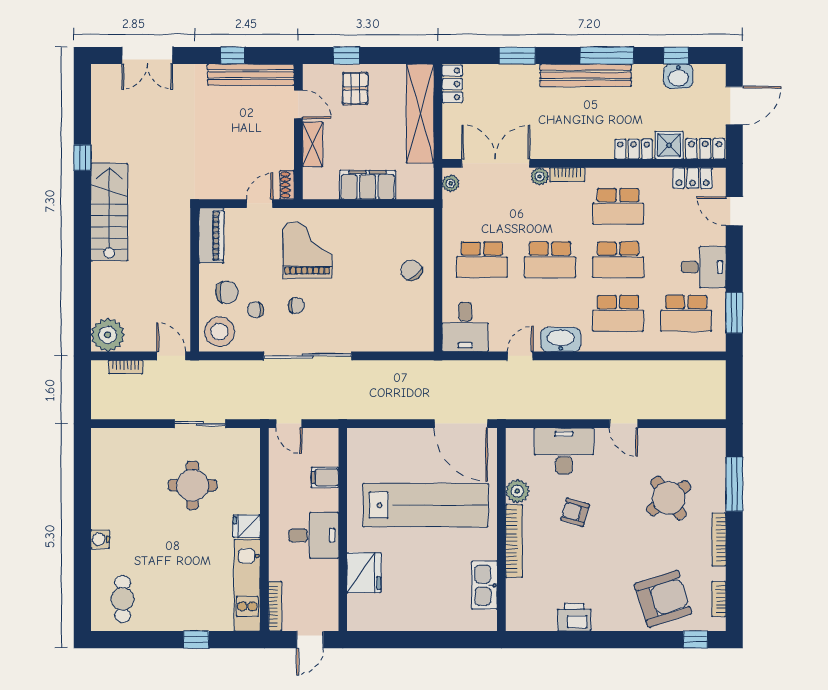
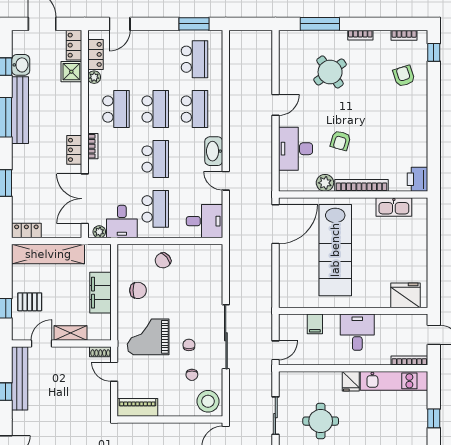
bench: (586, 75) -> (20, 110), moved
locker: (634, 149) -> (74, 150), moved
plant: (540, 176) -> (94, 77), moved
desk: (703, 267) -> (122, 222), moved, turned 180
chair: (227, 292) -> (138, 290), moved, turned 90
lab bench: (426, 505) -> (335, 250), turned 180
bookcase: (719, 539) -> (360, 35), width x0.64
fridge: (364, 573) -> (405, 295), moved
armchair: (663, 599) -> (404, 76), width x0.53, depth x0.53
printer: (574, 617) -> (417, 179), moved

